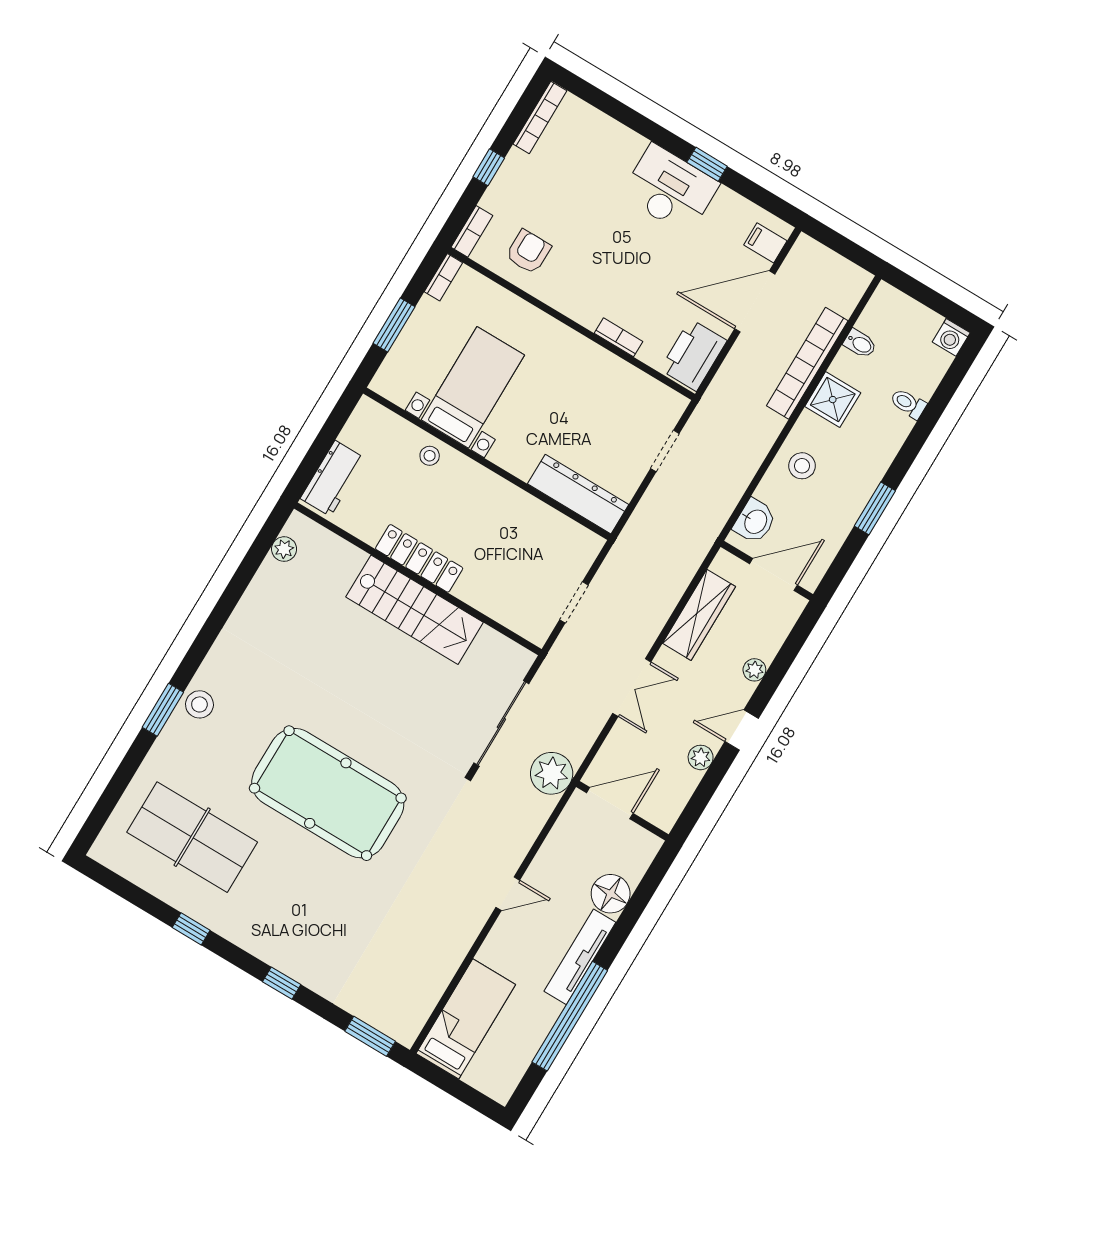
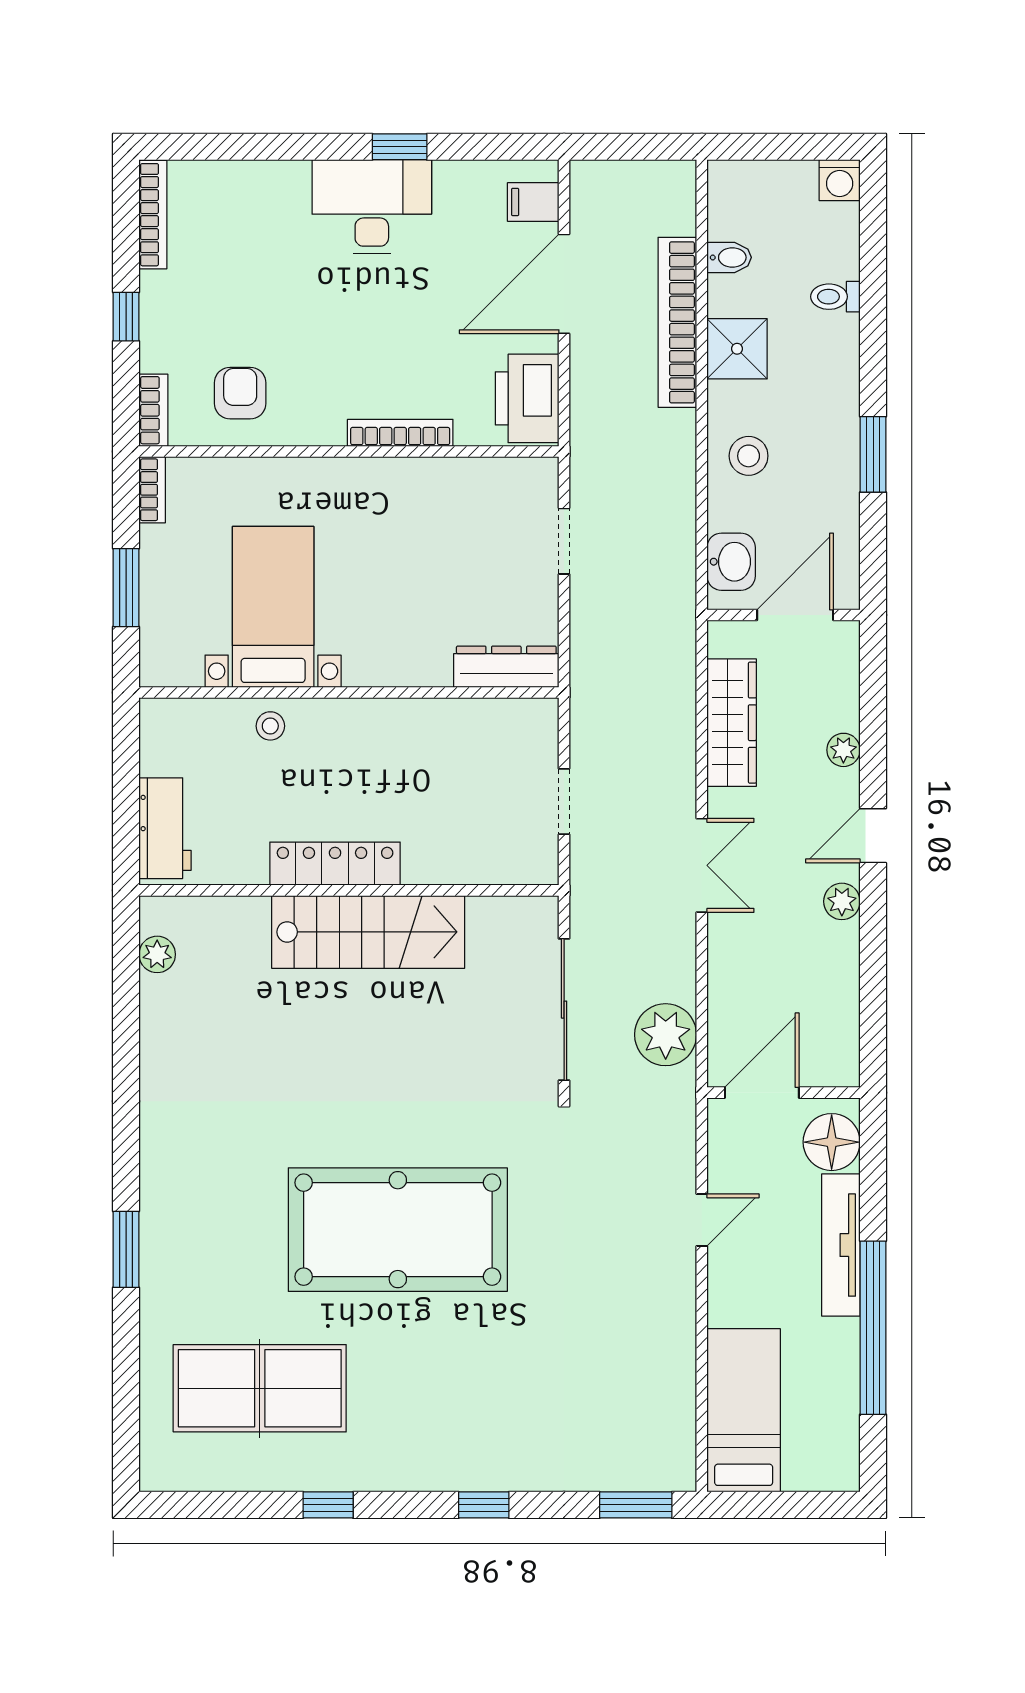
bookcase: (619, 337) -> (400, 433), width x1.56
dresser: (578, 494) -> (506, 667), width x0.73, depth x0.80
stool: (199, 704) -> (168, 1215), removed
door: (610, 803) -> (762, 1093), moved
wall: (622, 811) -> (784, 1093), moved

